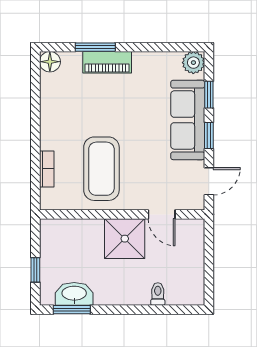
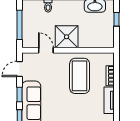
tv unit: (49, 125) -> (109, 100), added
window: (209, 260) -> (19, 25), added

